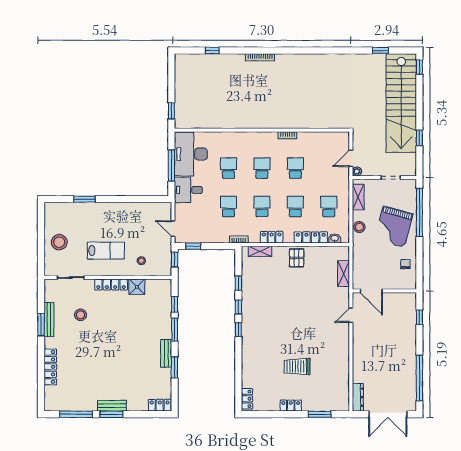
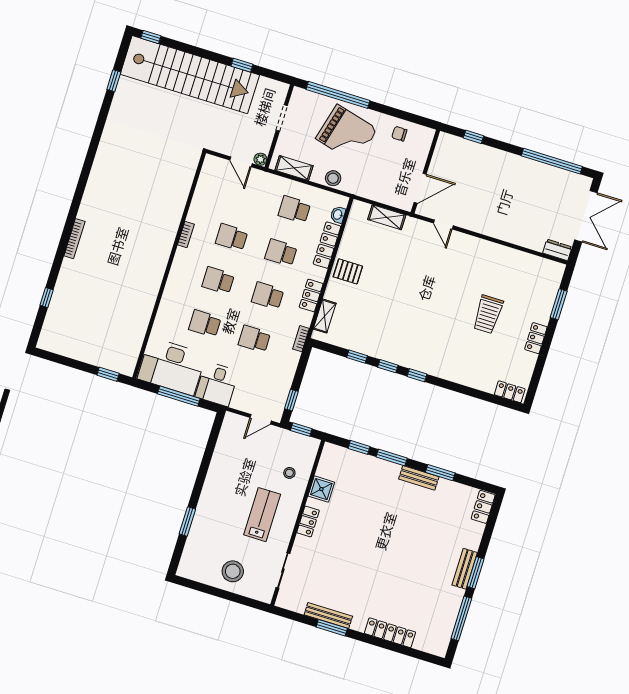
locker: (111, 285) -> (308, 521), width x0.66
stool: (81, 315) -> (335, 573), removed
dresser: (358, 397) -> (557, 250), width x0.70

